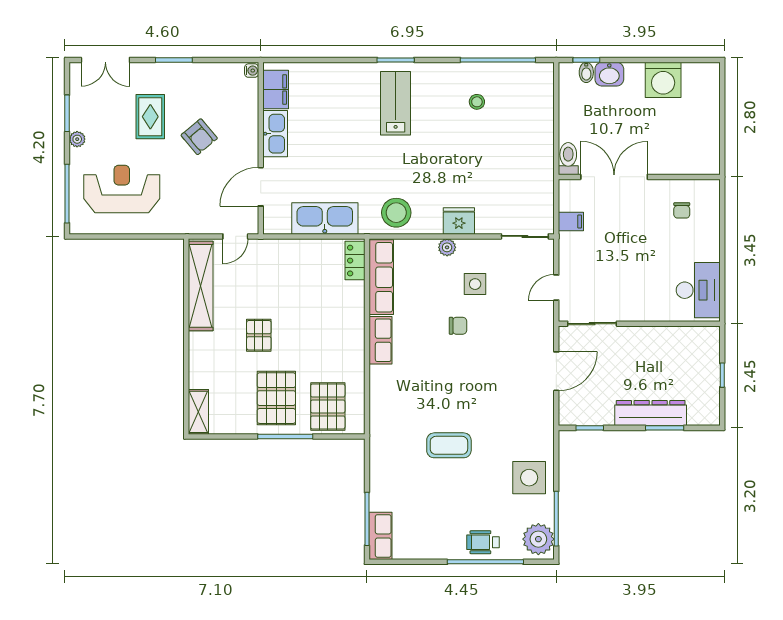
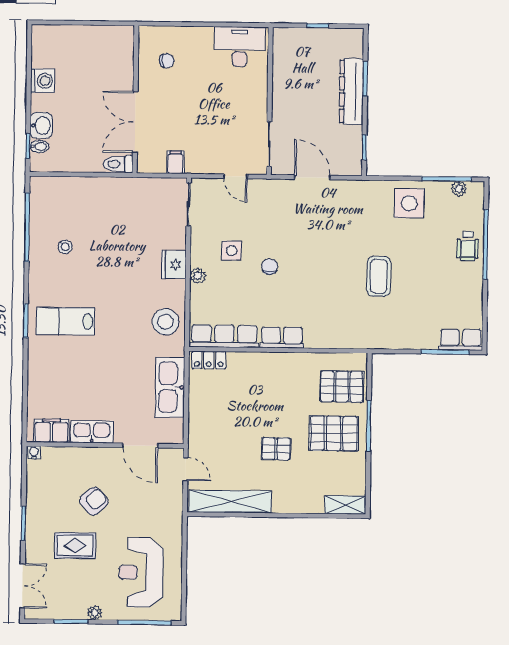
washing machine: (663, 80) -> (43, 81), width x0.73, depth x0.73
plant: (538, 539) -> (459, 189), width x0.53, depth x0.53

